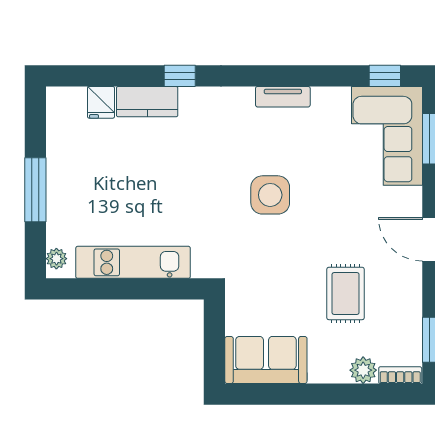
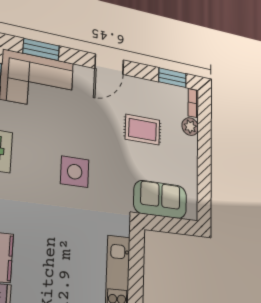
sofa: (266, 360) -> (160, 199), moved, turned 90

